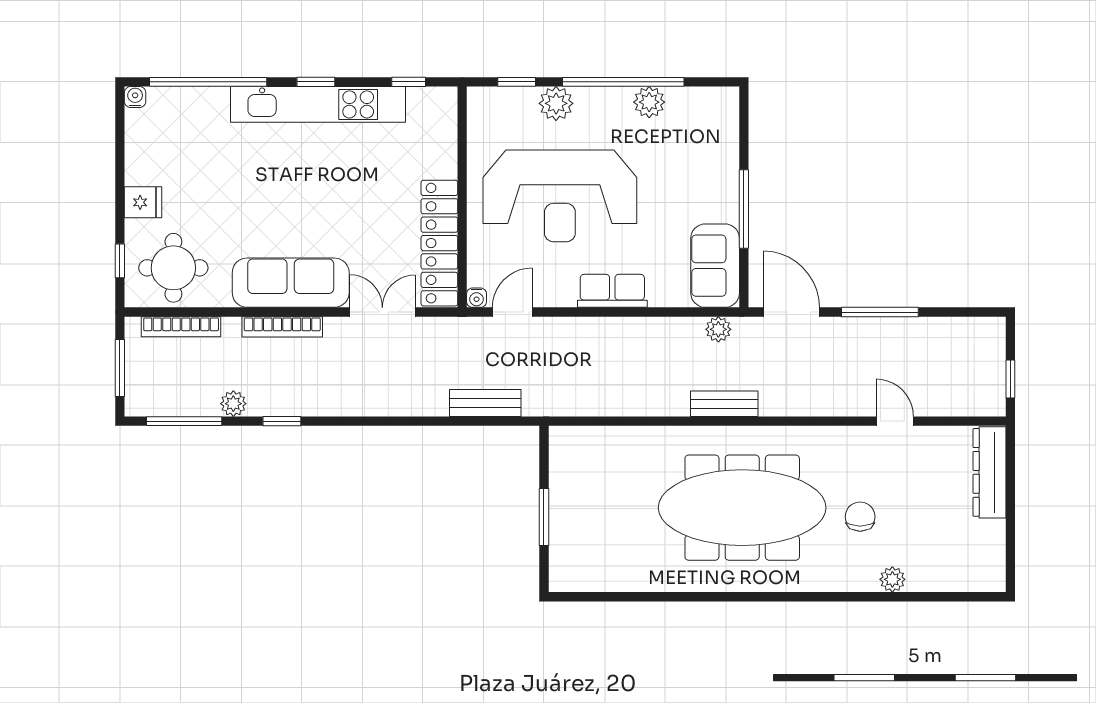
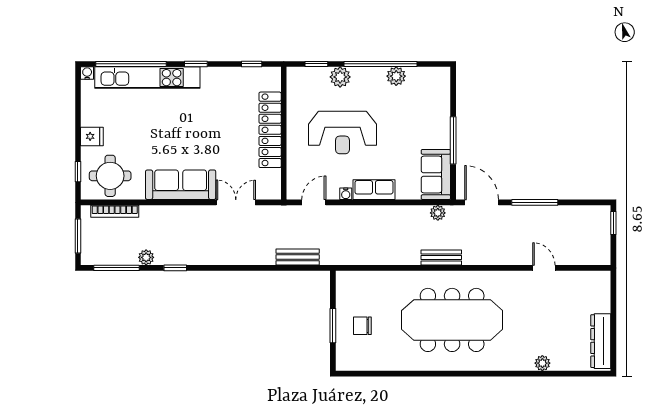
kitchen unit: (318, 104) -> (147, 78), moved
reception desk: (560, 196) -> (342, 133), width x0.74, depth x0.77
locker: (439, 243) -> (270, 130), moved
water cooler: (477, 298) -> (346, 194), moved
bookcase: (282, 327) -> (176, 211), removed
window: (1010, 379) -> (613, 223), moved
dresser: (989, 472) -> (601, 341), moved
chair: (860, 517) -> (362, 326), moved, turned -90

